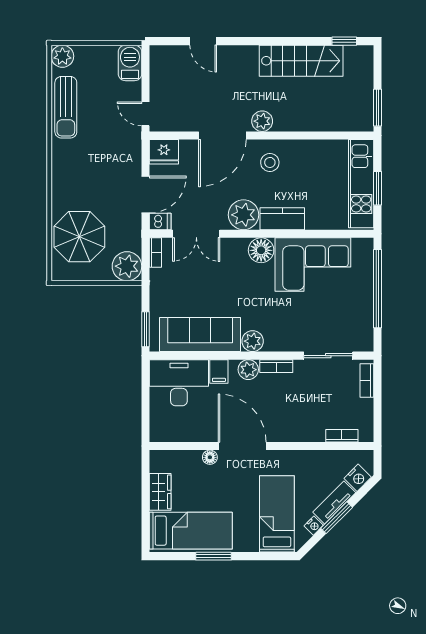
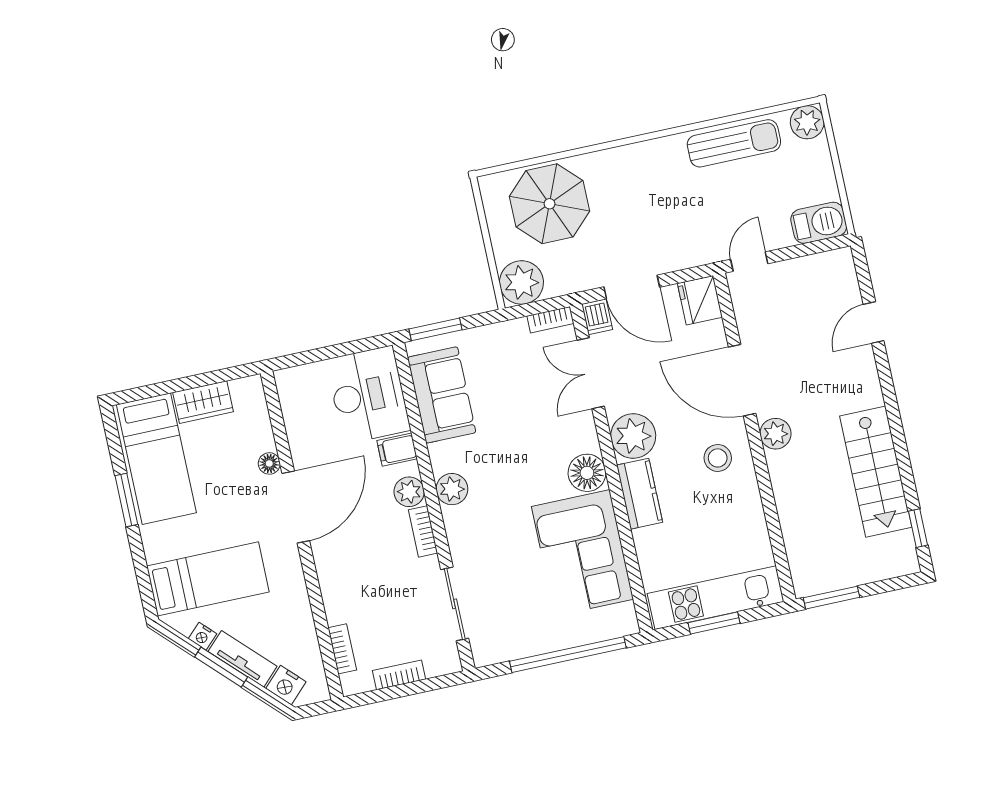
sun lounger: (66, 107) -> (734, 143), turned 180
sofa: (200, 335) -> (442, 395), width x0.73
bookcase: (367, 380) -> (399, 675), moved

